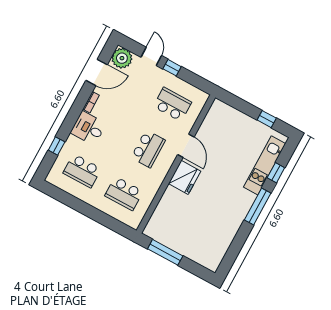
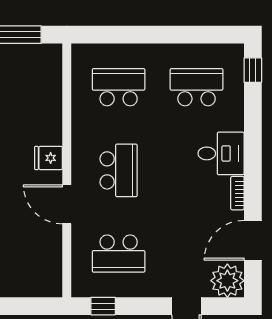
window: (172, 68) -> (103, 306), moved
window: (57, 146) -> (253, 70), moved
school desk: (148, 149) -> (119, 170), turned 180
fridge: (185, 177) -> (48, 158), width x0.53, depth x0.75

